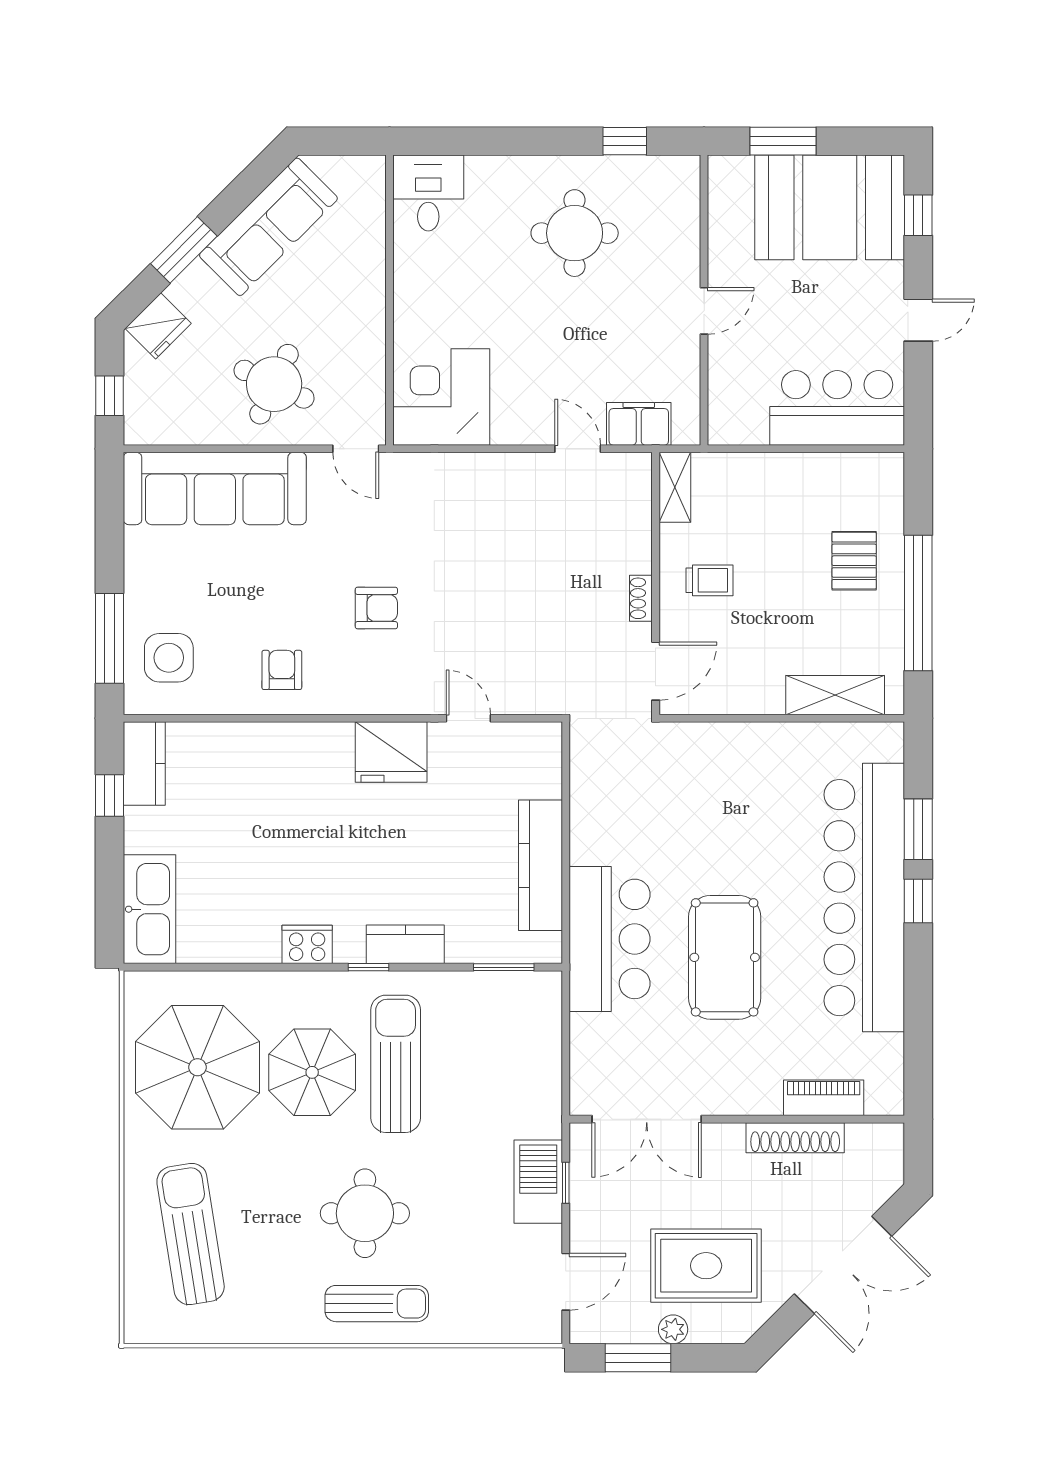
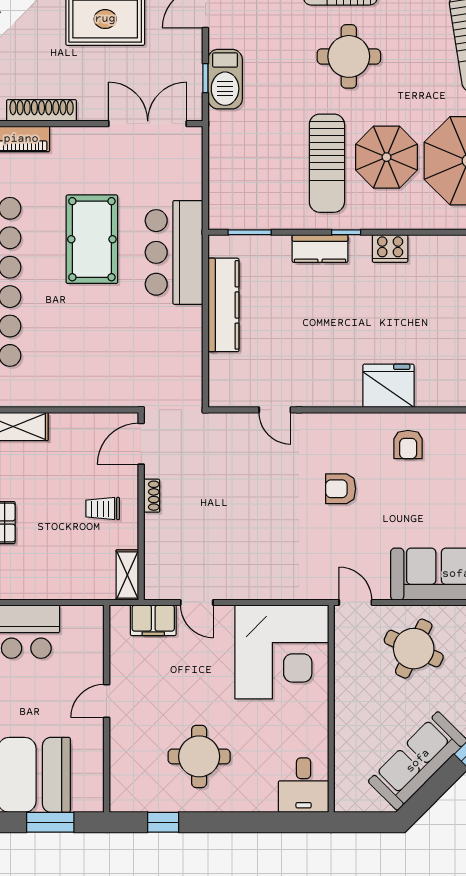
corner desk: (441, 397) -> (282, 652), width x1.36, depth x1.36
fridge: (391, 752) -> (388, 386), moved

